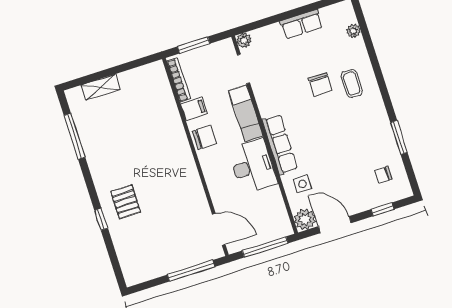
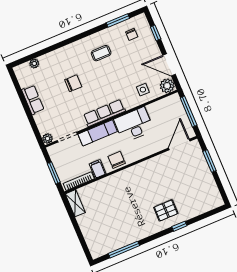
coffee table: (352, 83) -> (101, 53), moved
shelving: (100, 87) -> (75, 203), moved
window: (399, 137) -> (118, 20), moved
row of seats: (280, 145) -> (104, 113), moved
door: (335, 225) -> (169, 65), hinge flipped
window: (191, 271) -> (209, 161), width x0.69

